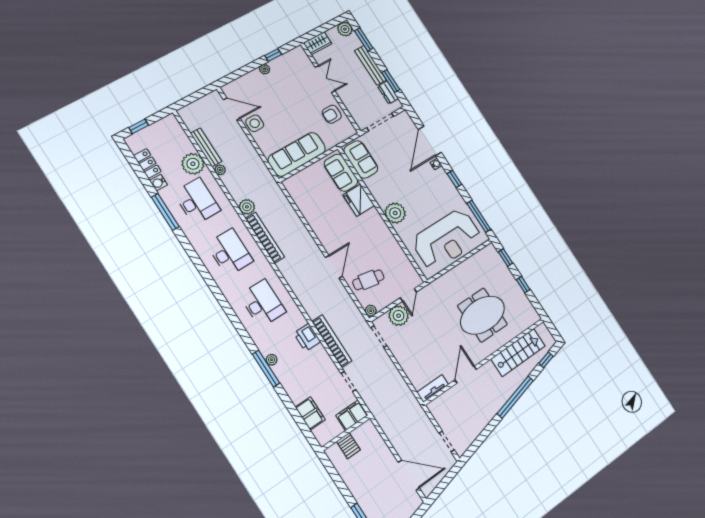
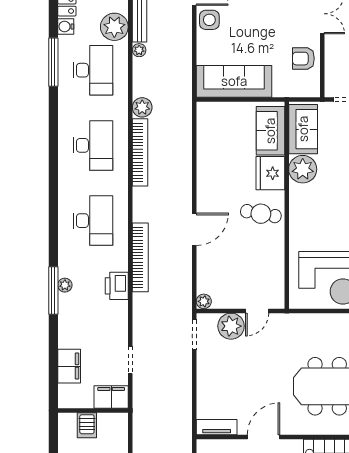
plant: (395, 213) -> (303, 169), moved
cafe table: (368, 280) -> (261, 214), moved
bookcase: (332, 341) -> (140, 257), moved

